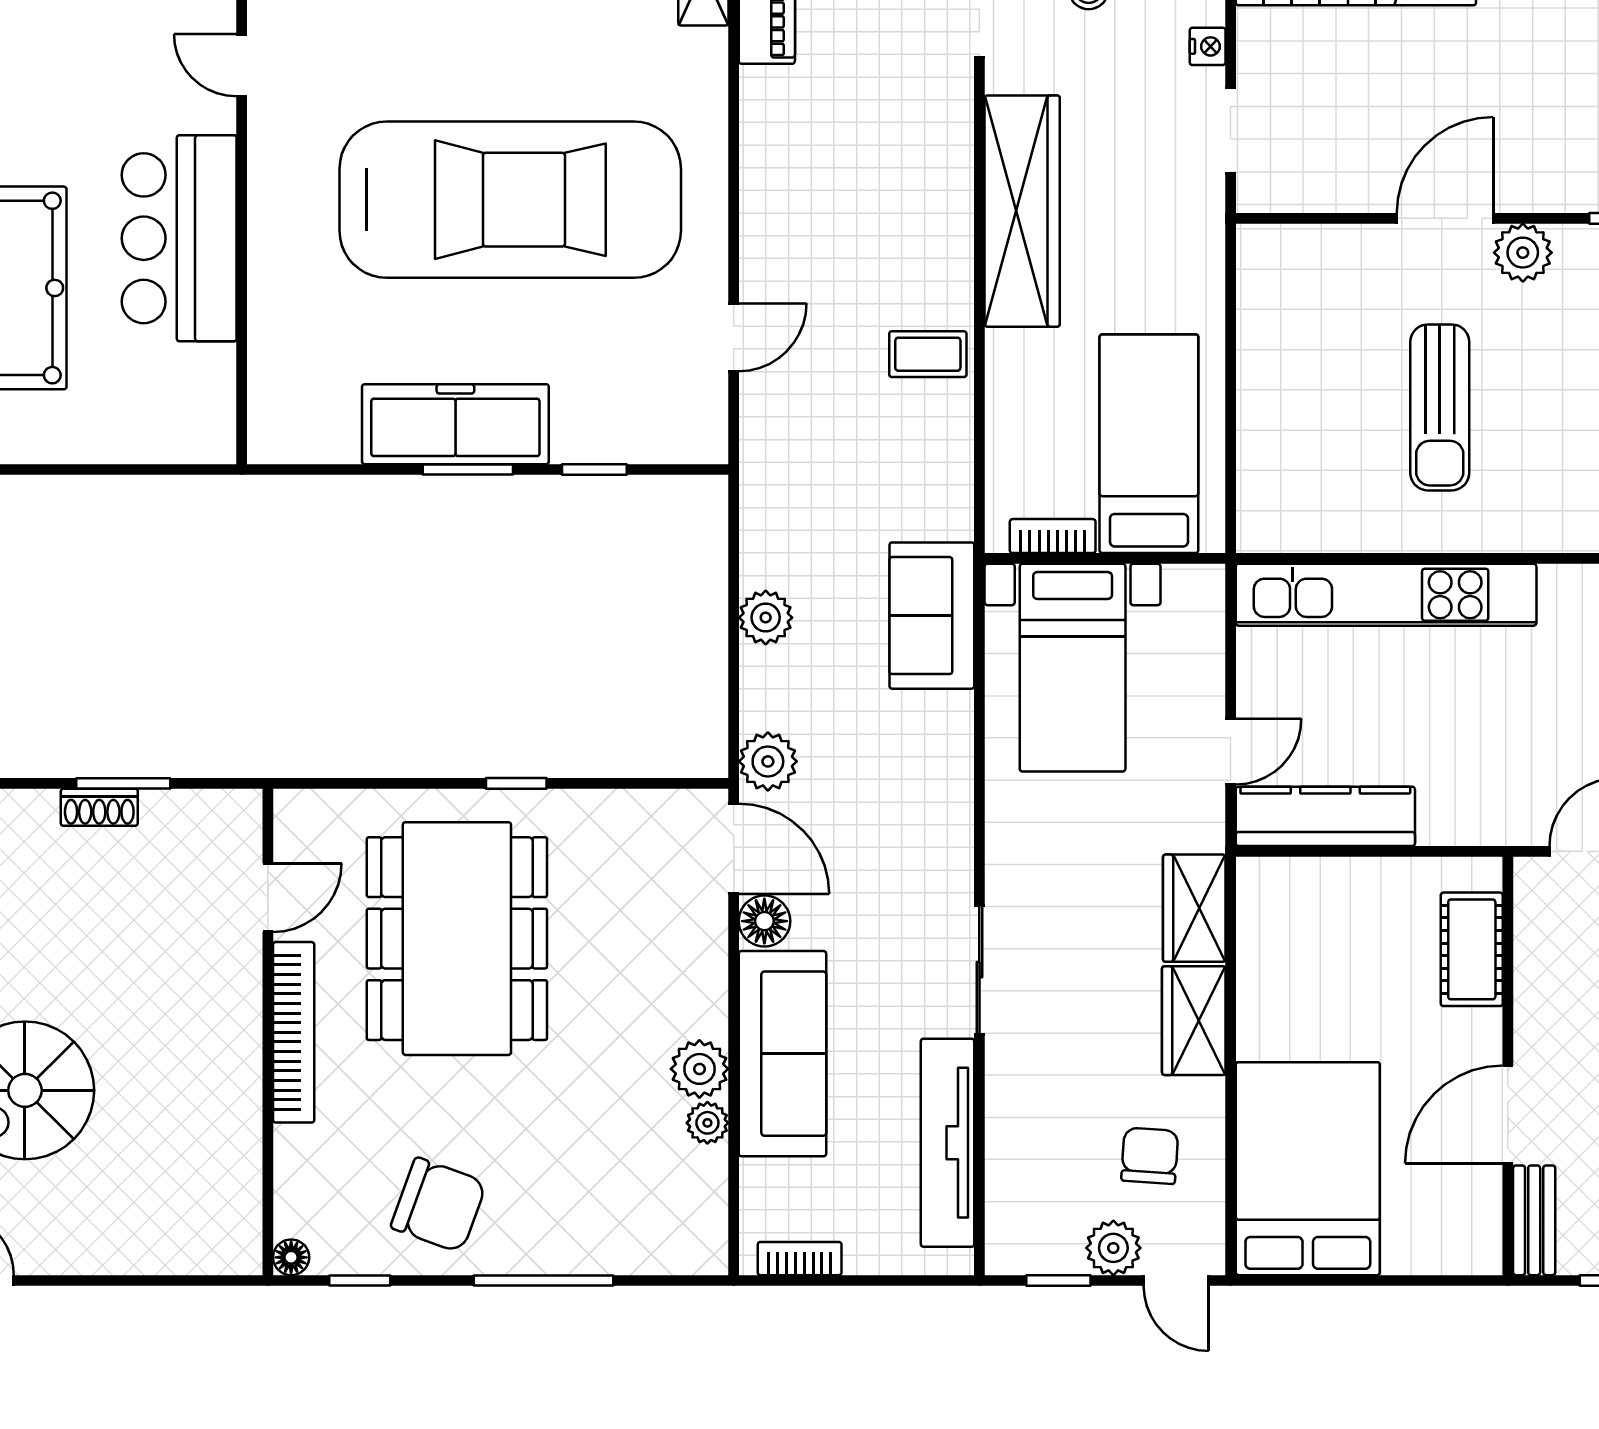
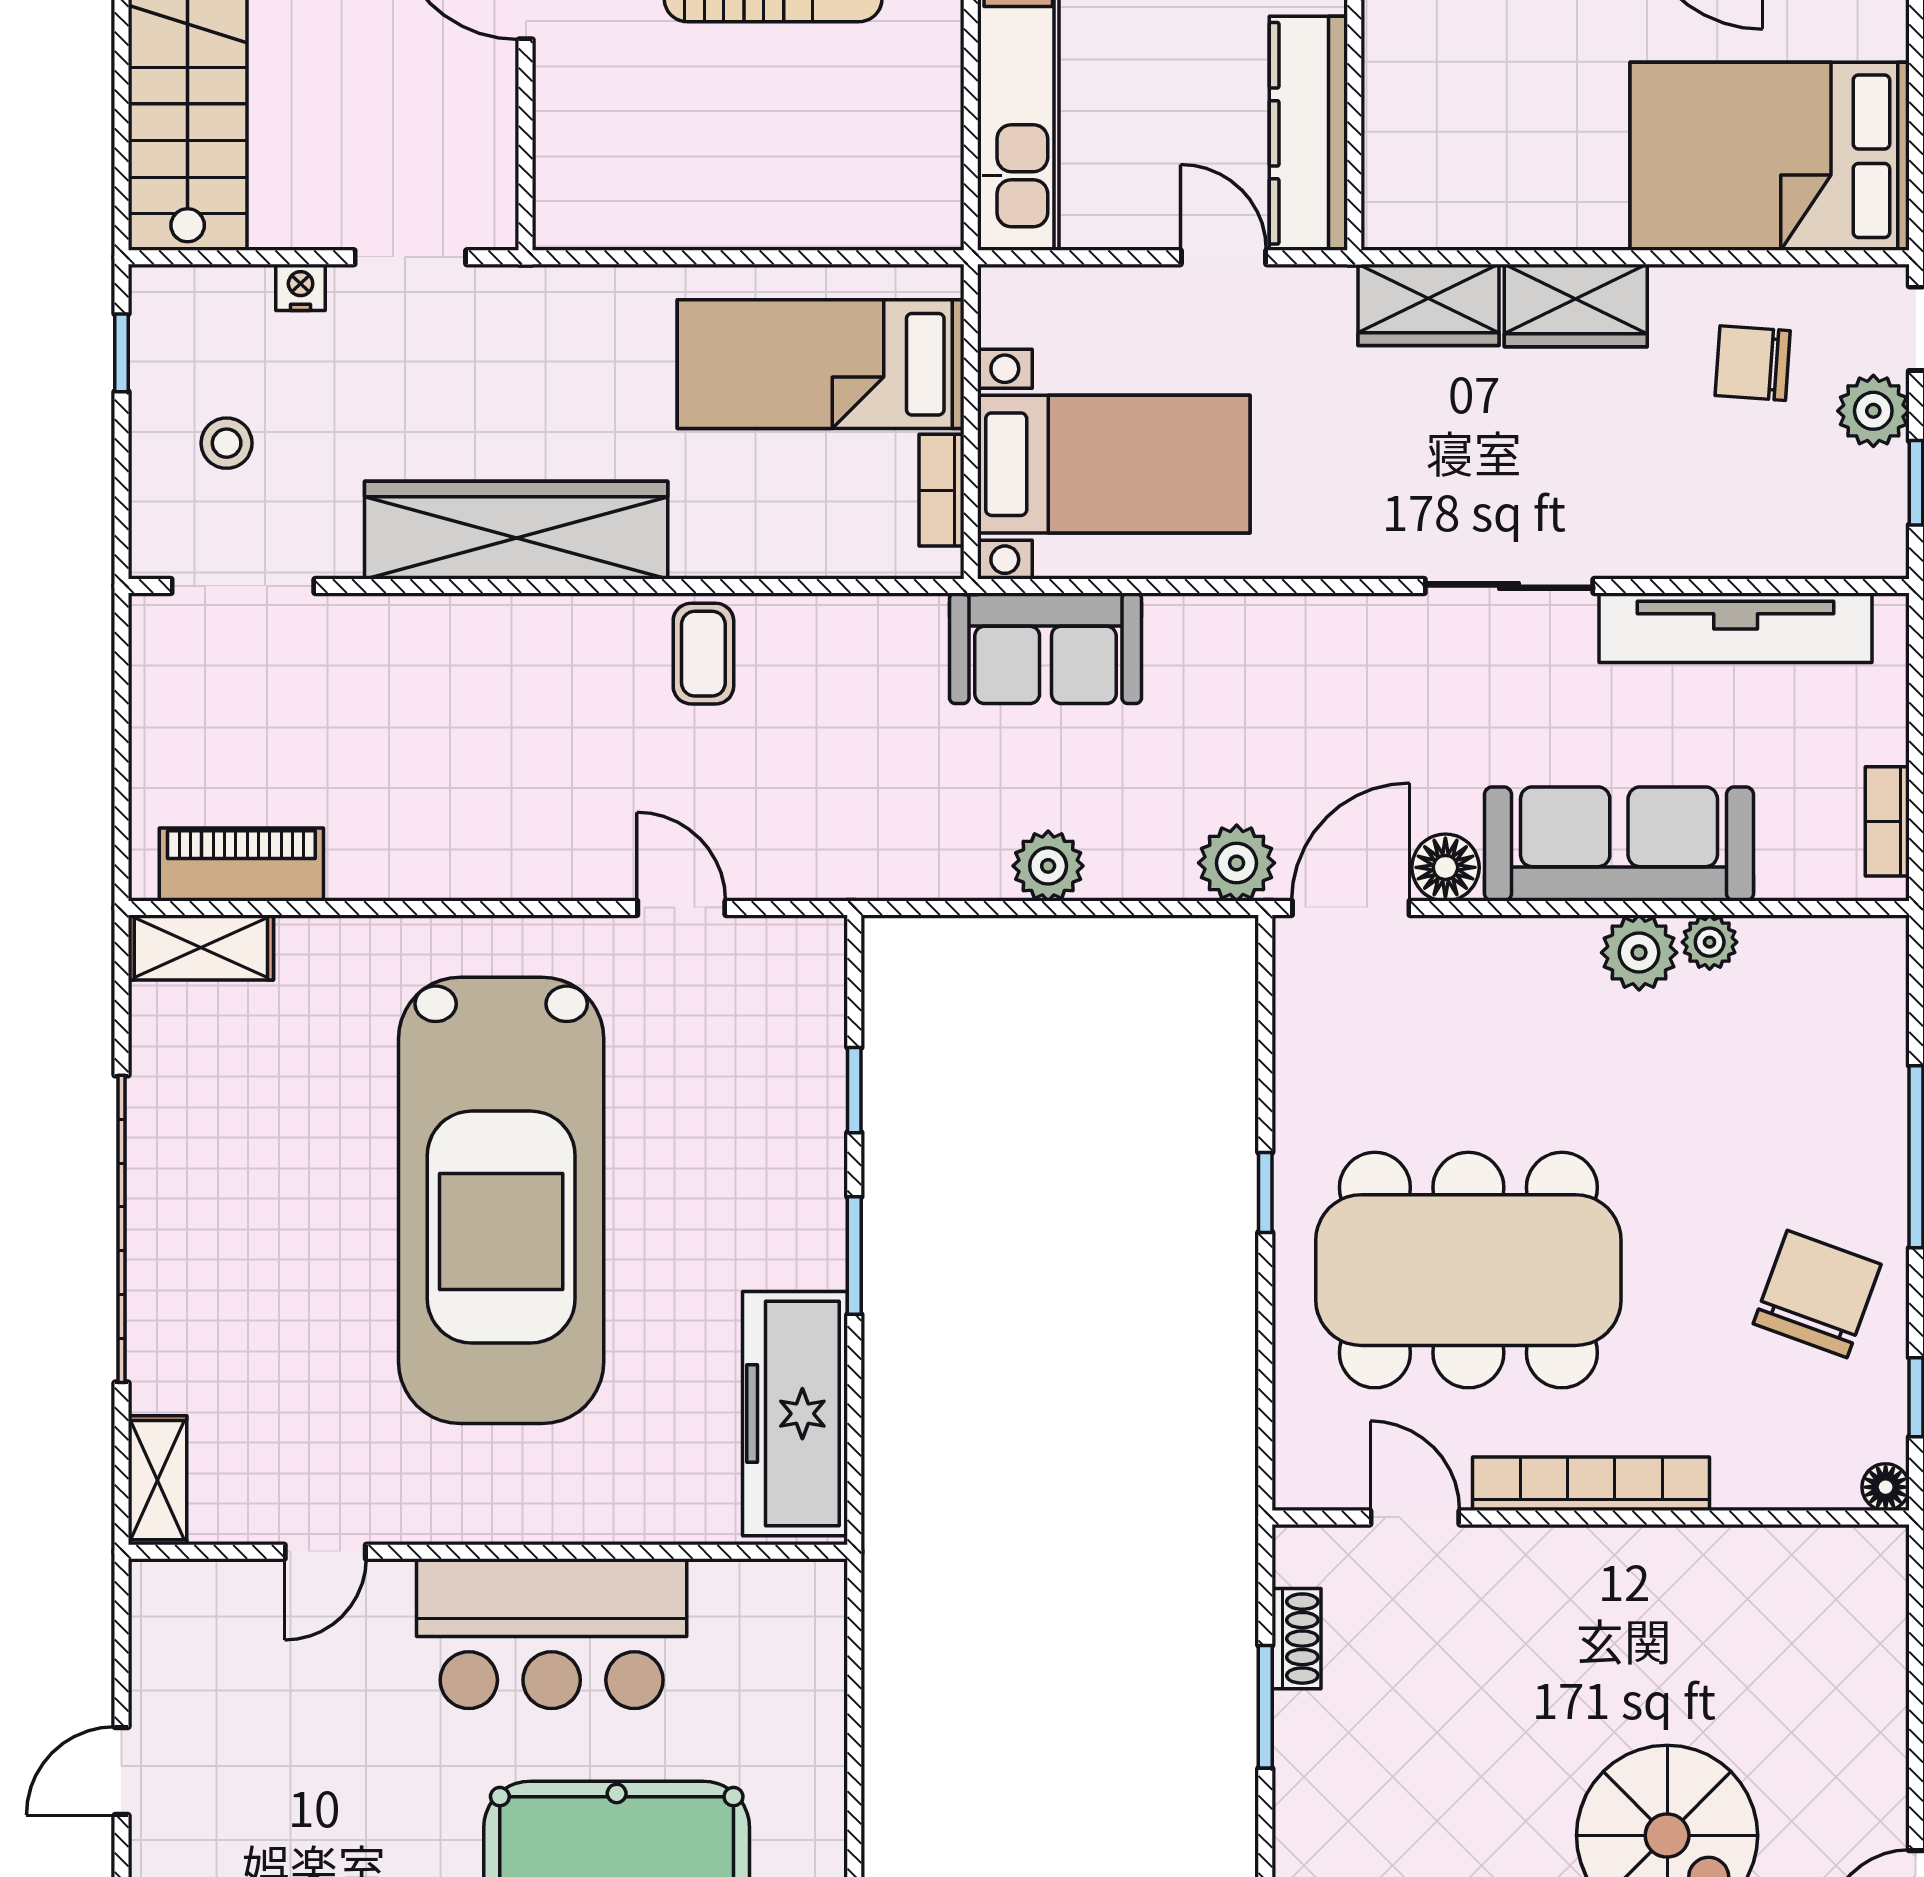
car: (510, 200) -> (501, 1200), turned 180
freezer: (455, 424) -> (795, 1414), moved
shoe rack: (99, 807) -> (1297, 1639), moved

